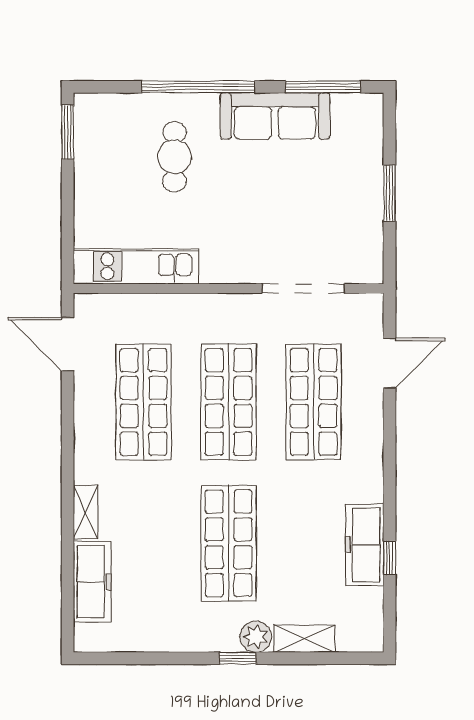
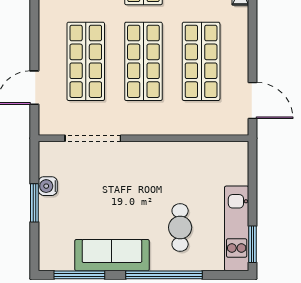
water cooler: (370, 218) -> (48, 186), added
kitchen unit: (136, 266) -> (237, 228), moved, turned 90

